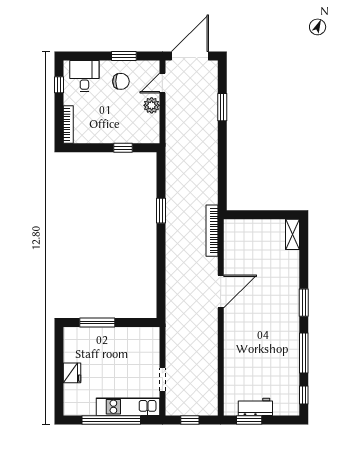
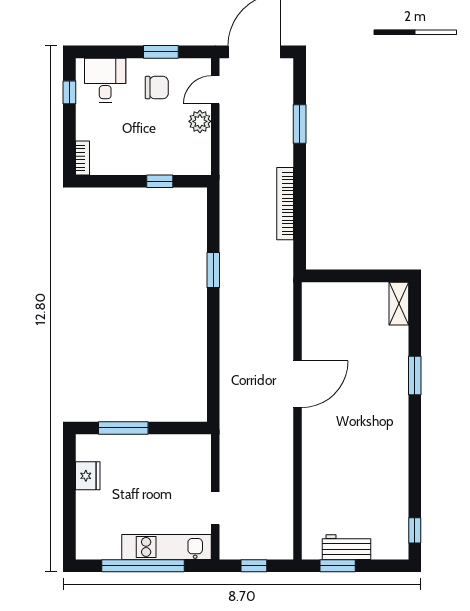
bookcase: (68, 124) -> (82, 158), width x0.64
bookcase: (212, 231) -> (285, 204), moved
window: (304, 303) -> (415, 375), moved
window: (304, 353) -> (415, 471), removed
fridge: (72, 373) -> (88, 476), moved

